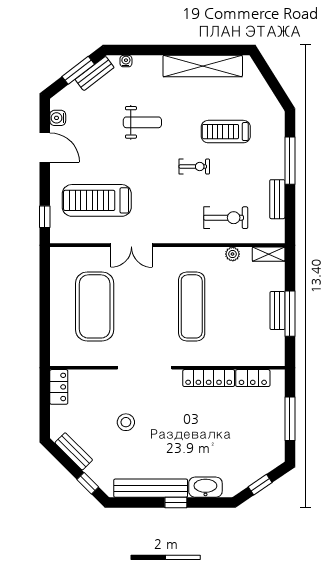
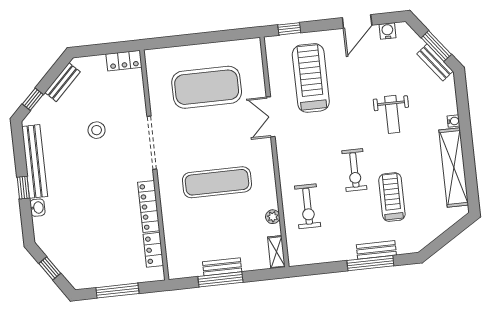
water cooler: (126, 61) -> (454, 121), moved
exercise bike: (194, 167) -> (354, 170), width x1.38, depth x1.39
bench: (277, 199) -> (376, 250), moved
washbasin: (205, 487) -> (37, 208), width x0.52, depth x0.69

